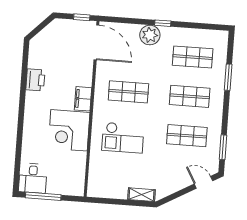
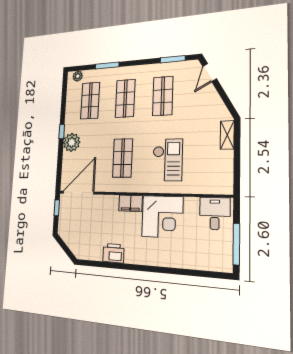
plant: (222, 43) -> (78, 76), added
desk: (33, 178) -> (215, 213), moved, turned -90

